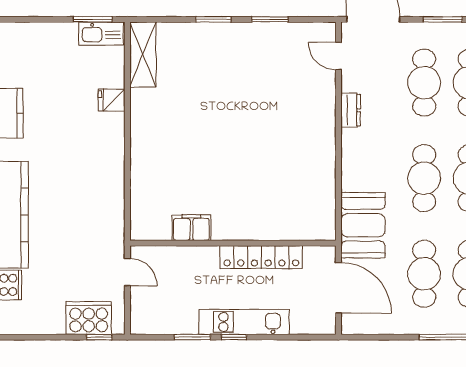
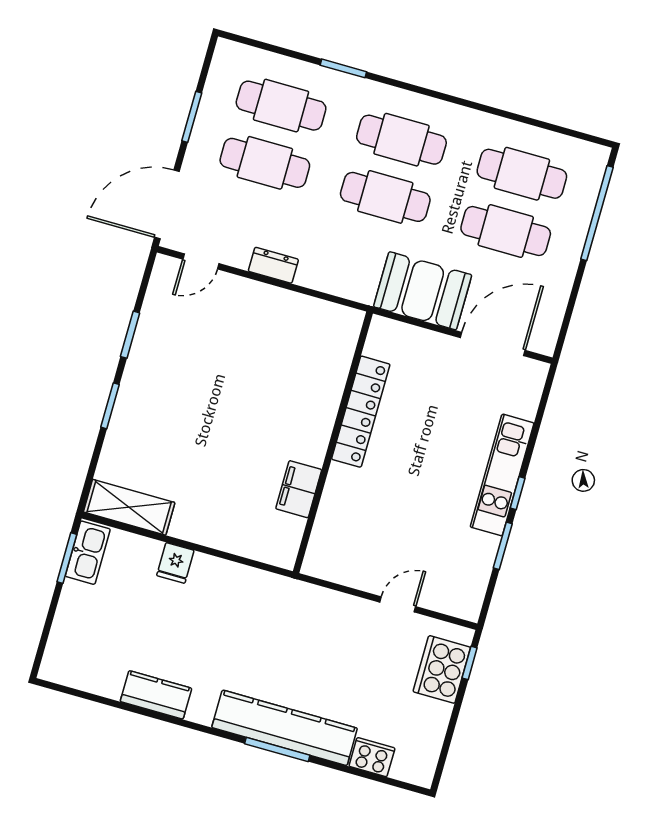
filing cabinet: (191, 228) -> (299, 489), moved
wall: (233, 243) -> (333, 442), moved
locker: (261, 257) -> (361, 412), moved

